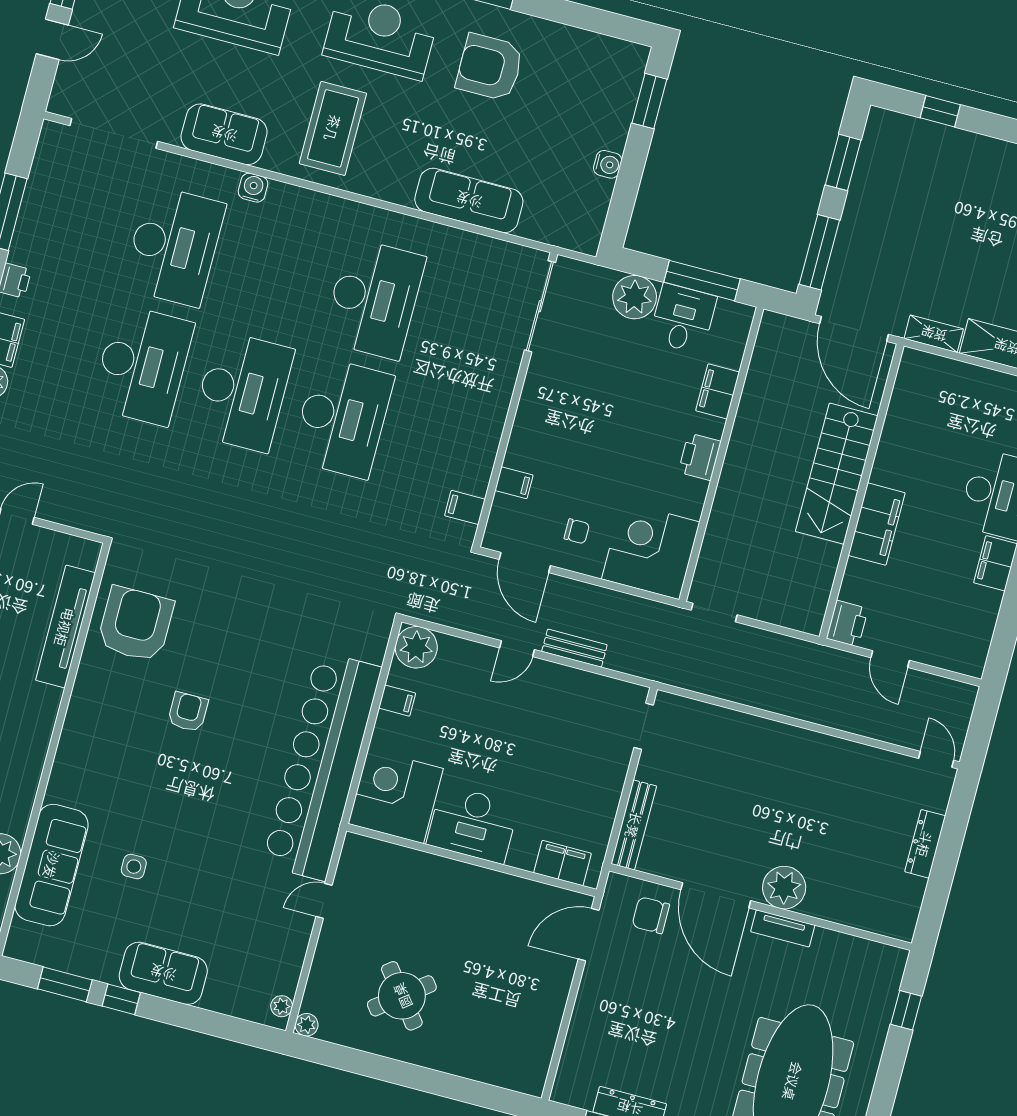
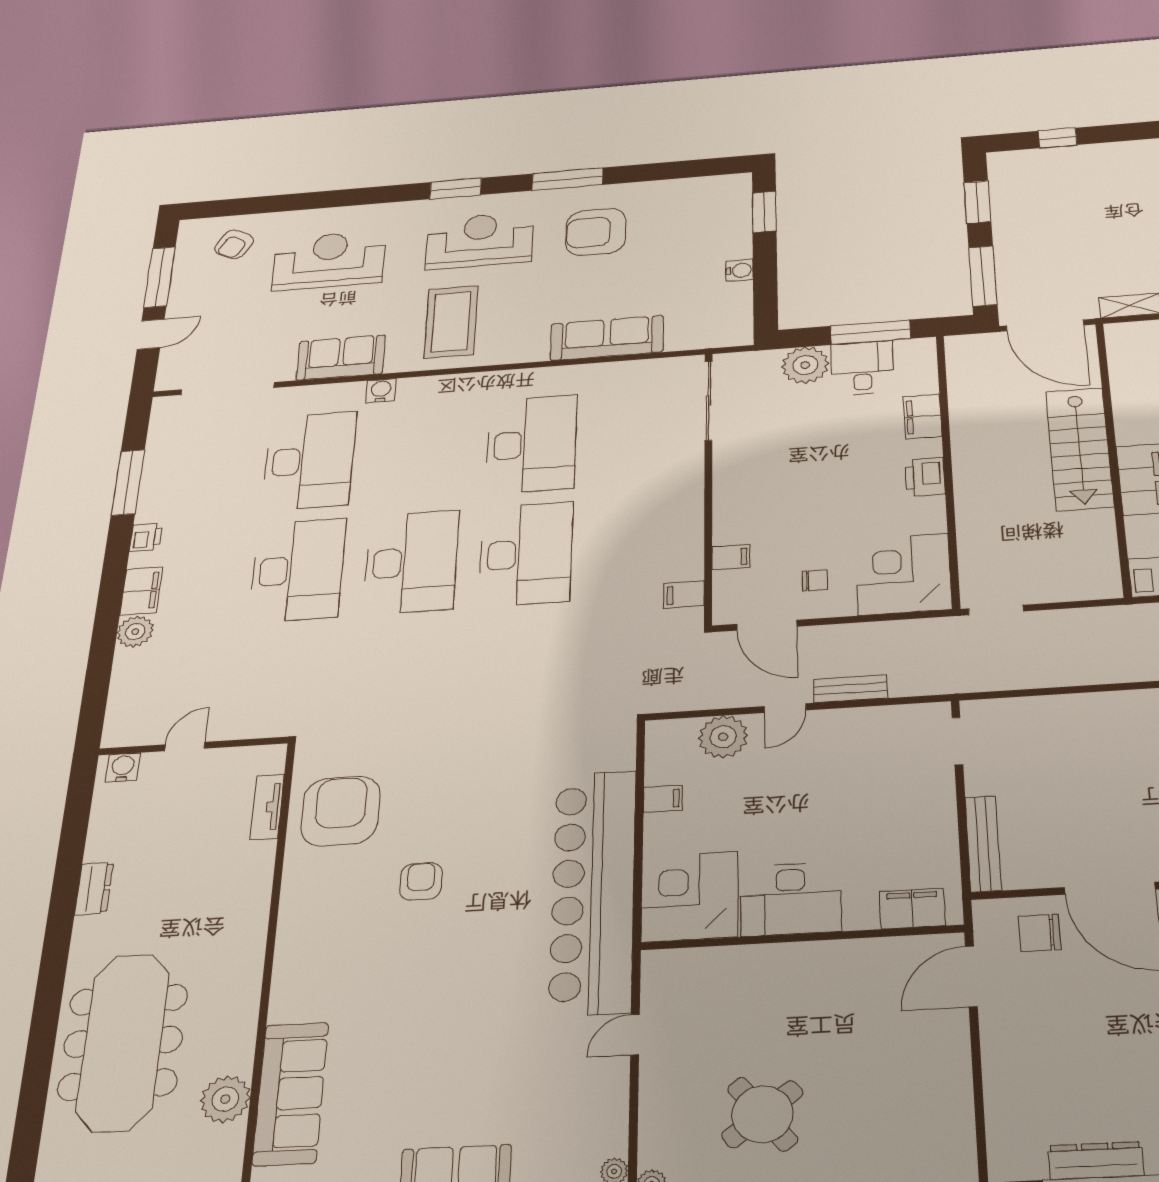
tv unit: (65, 627) -> (267, 807), width x0.52, depth x0.78
plant: (416, 647) -> (723, 737), moved
side table: (134, 867) -> (392, 1065), removed

